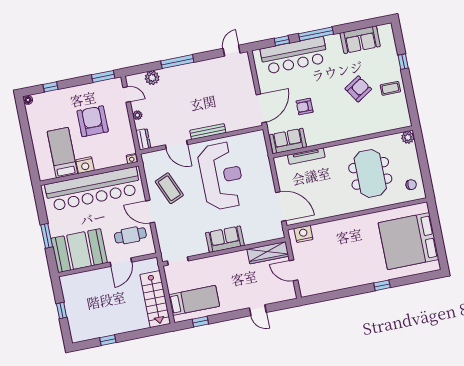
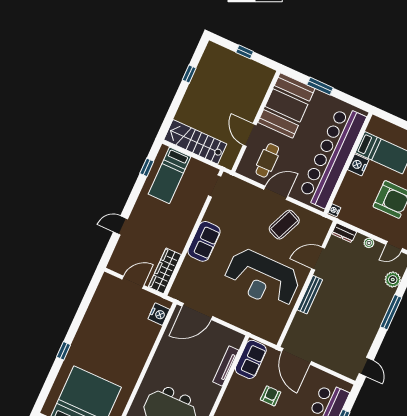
coffee table: (169, 188) -> (284, 225), turned -44

